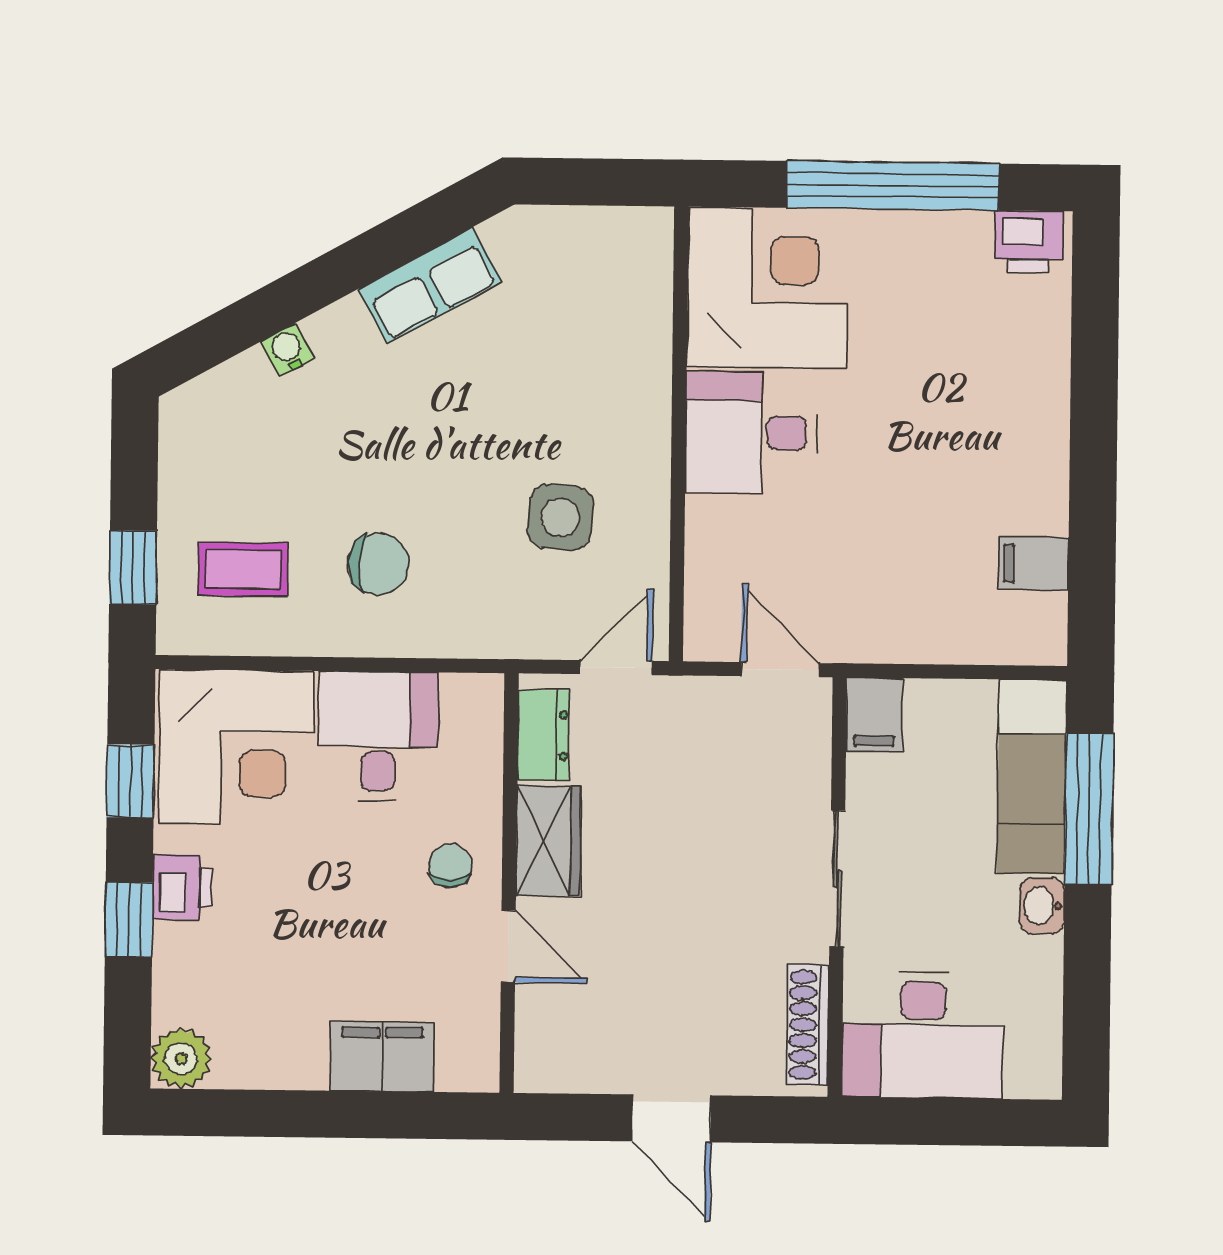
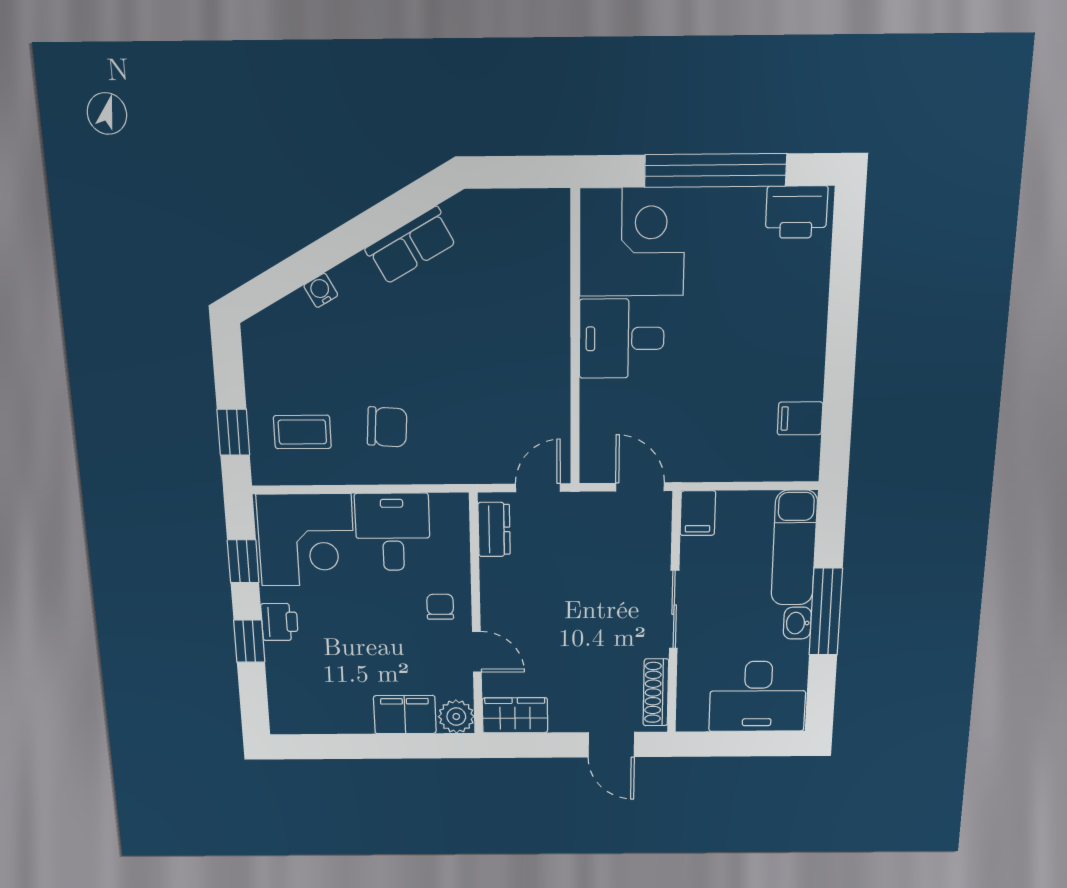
printer: (1029, 241) -> (797, 212), width x1.36, depth x1.24
side table: (560, 517) -> (501, 395), removed
window: (1089, 809) -> (826, 612), moved
wardrobe: (549, 841) -> (515, 715), moved, turned -90
desk: (923, 1035) -> (758, 696), moved
plant: (181, 1058) -> (456, 717), moved
door: (671, 1118) -> (611, 745), moved

